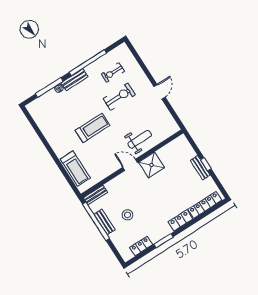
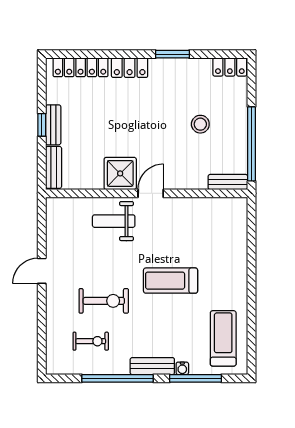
exercise bike: (119, 97) -> (104, 301), turned 180
door: (130, 165) -> (151, 193), swing flipped
treadmill: (75, 169) -> (223, 338), moved
bench: (105, 222) -> (54, 167), moved
locker: (141, 246) -> (230, 67), moved

